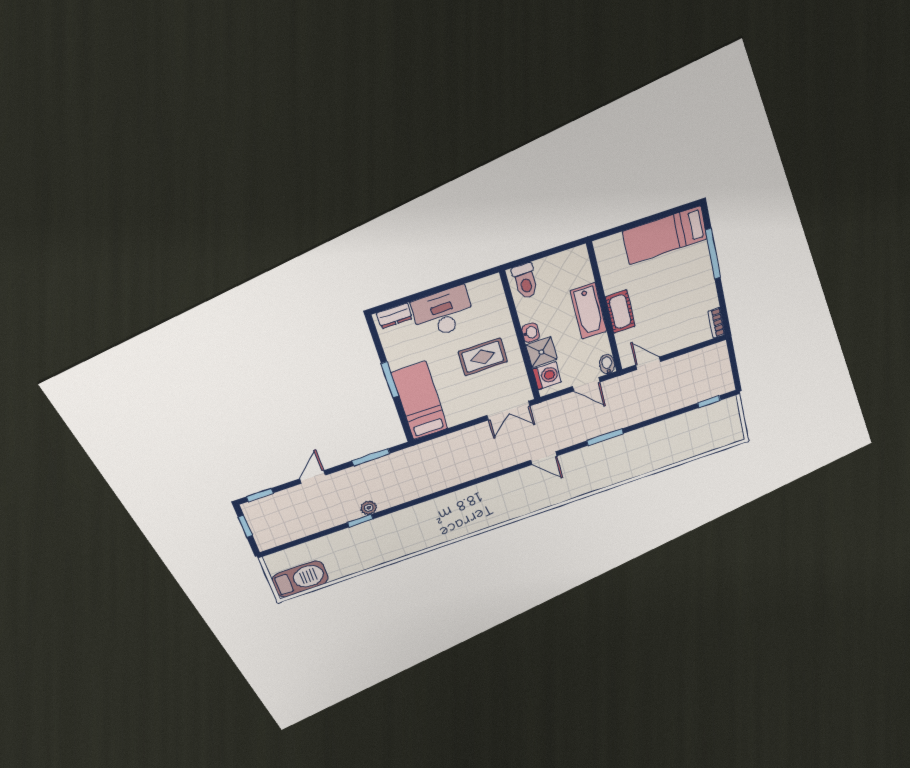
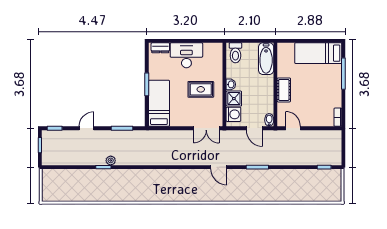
bathtub: (589, 311) -> (266, 59), moved
barbecue: (300, 579) -> (58, 193), removed

